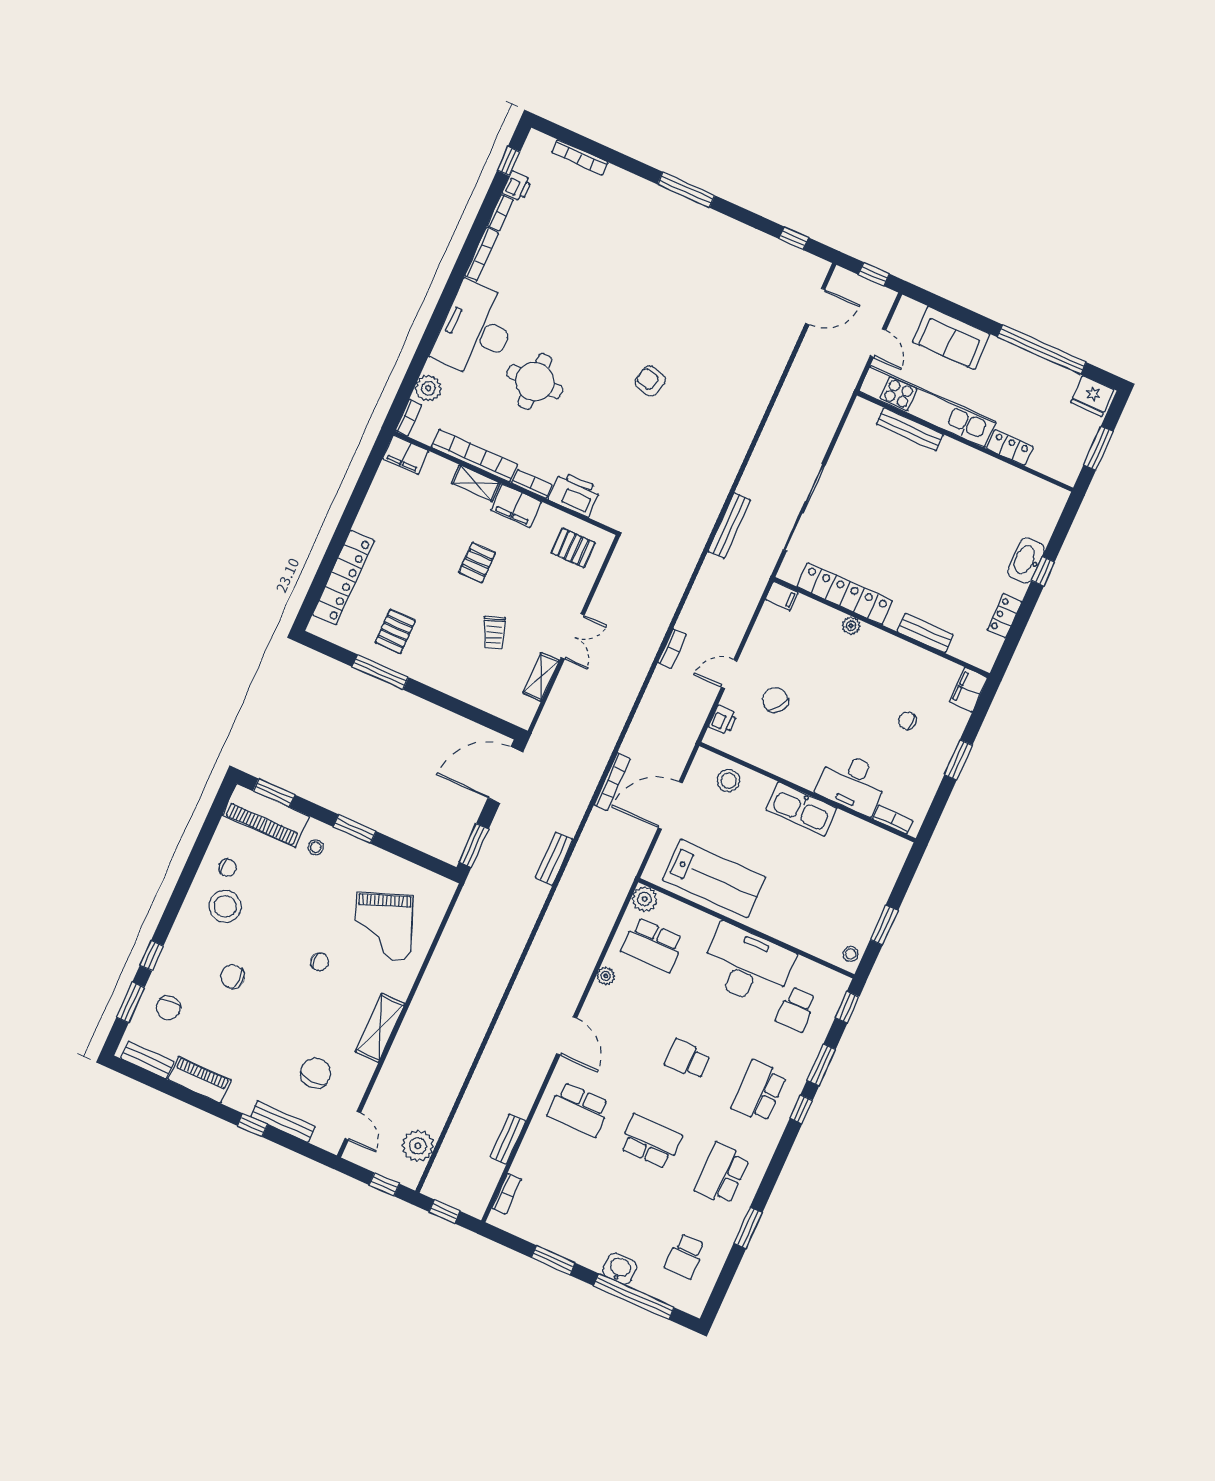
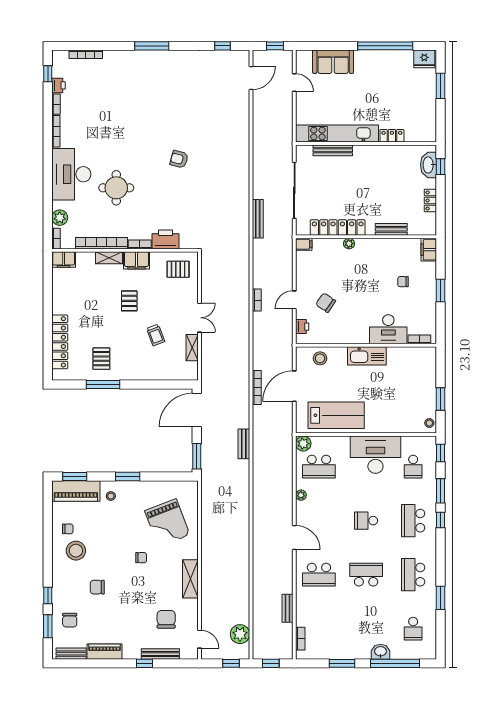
kitchen unit: (928, 407) -> (337, 134), moved
bench: (910, 429) -> (333, 150), moved
wall: (965, 442) -> (366, 143), moved
locker: (1010, 448) -> (392, 136), moved

